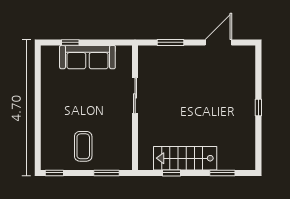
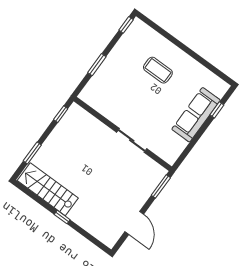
sliding door: (135, 96) -> (132, 140), moved
wall: (135, 108) -> (123, 134), moved
coffee table: (83, 146) -> (158, 70), moved
stairs: (185, 158) -> (48, 189), moved, turned -90

